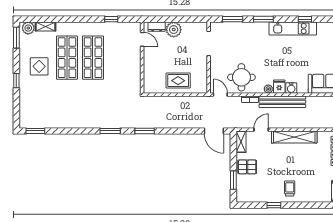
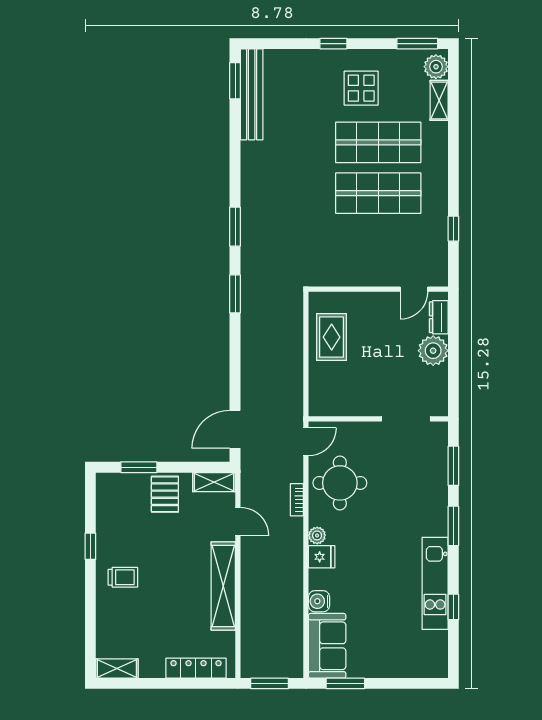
rug: (178, 81) -> (332, 337), moved
water cooler: (291, 88) -> (319, 601), moved
bench: (282, 102) -> (252, 94), moved

